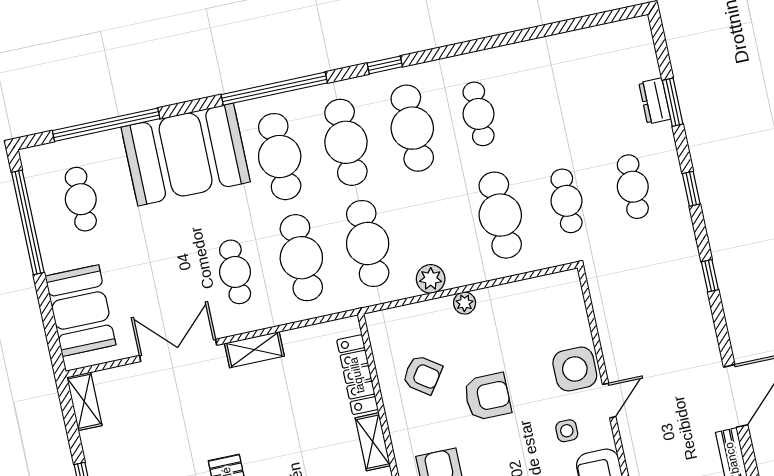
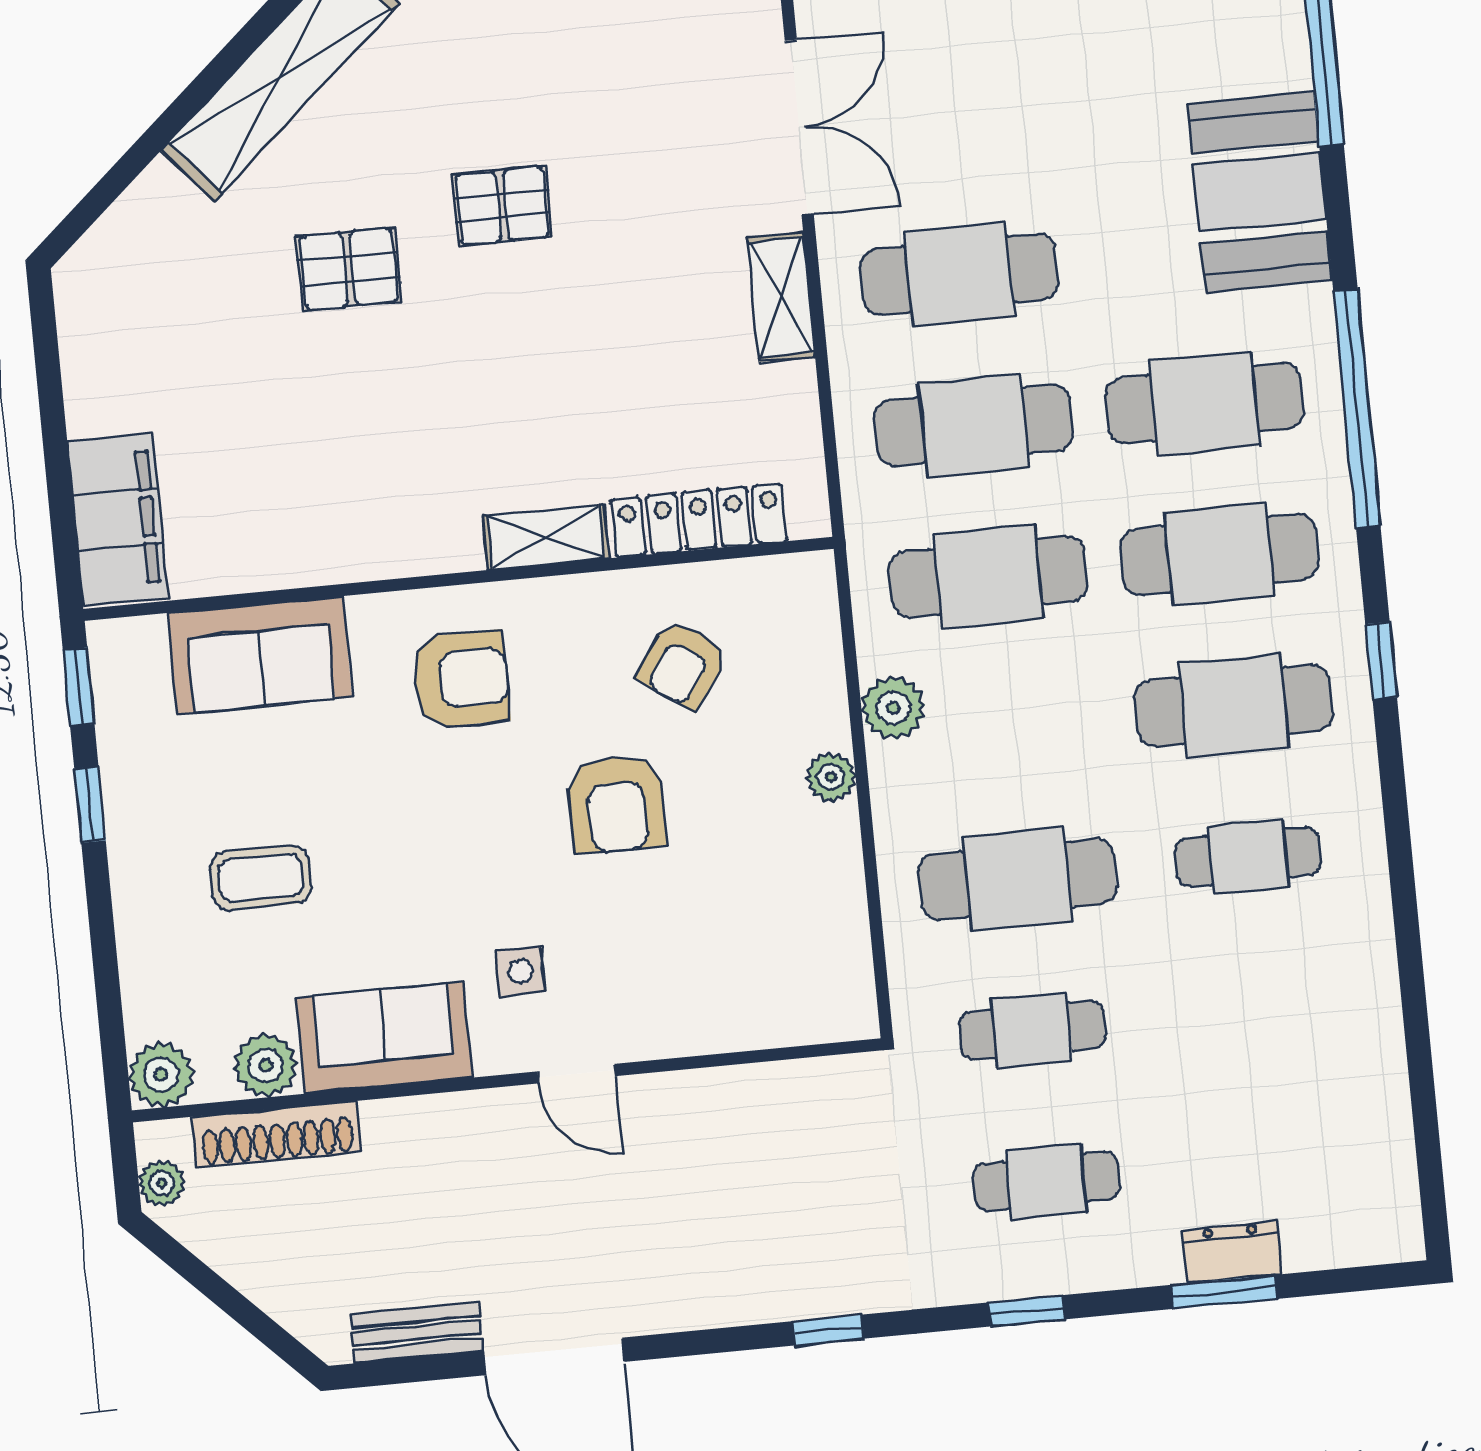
booth: (186, 155) -> (1260, 192), width x0.73, depth x0.70
cafe table: (235, 272) -> (959, 274), width x1.37, depth x1.35
side table: (575, 369) -> (656, 1005), removed

